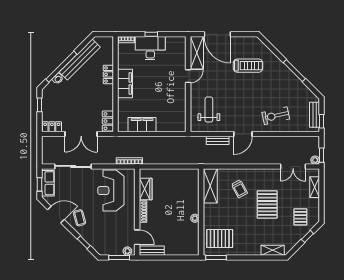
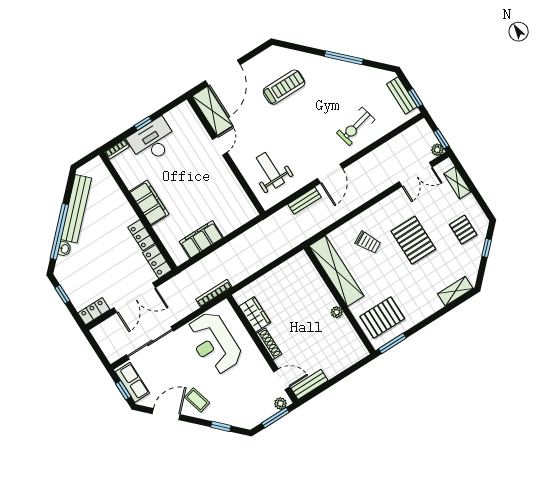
door: (217, 34) -> (223, 73), hinge flipped
locker: (108, 74) -> (141, 235), moved
shelving: (210, 186) -> (336, 271), width x1.47

